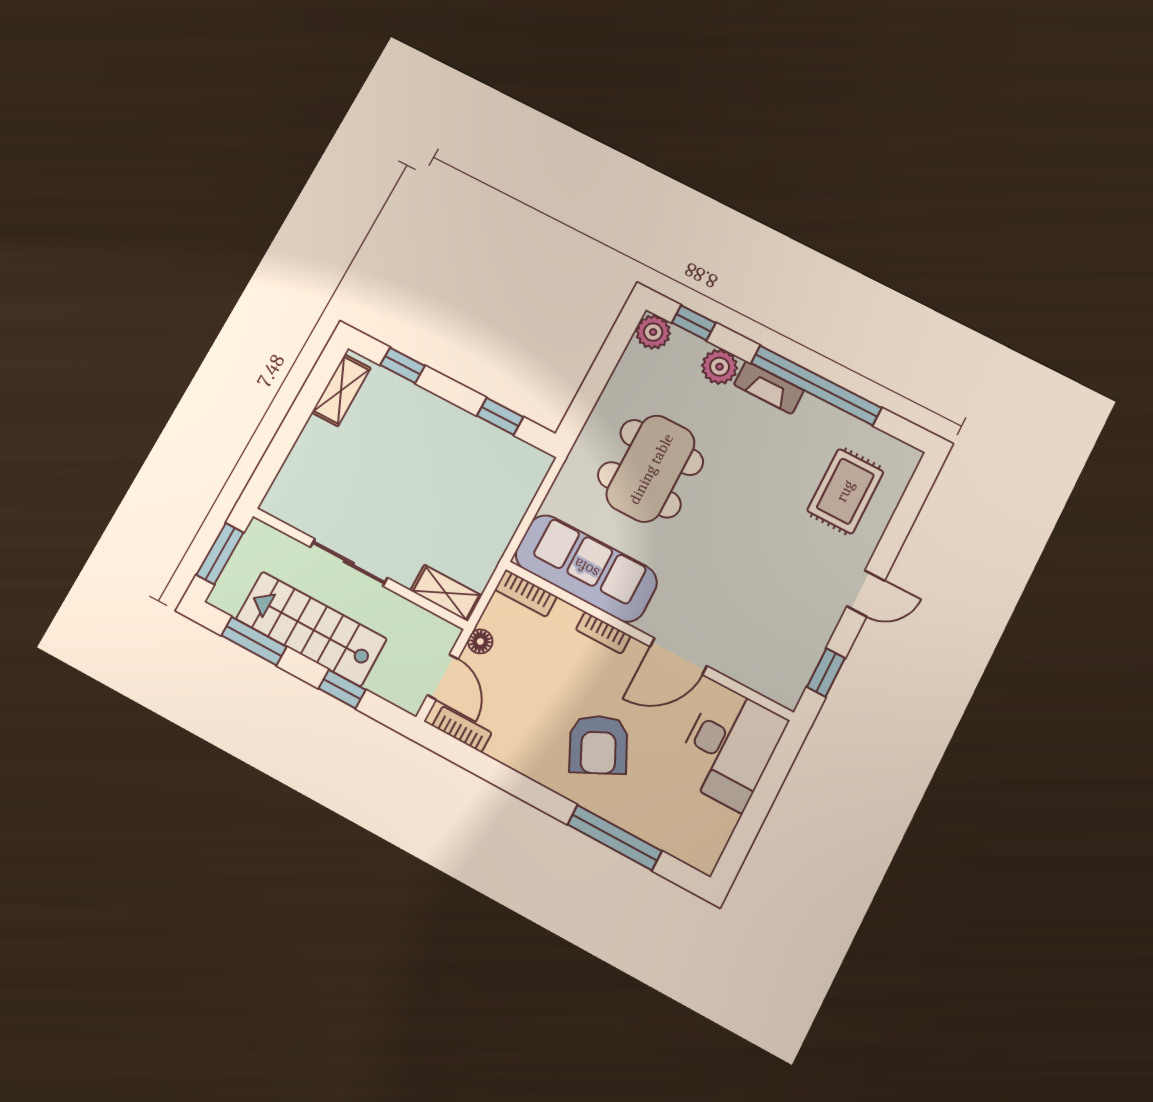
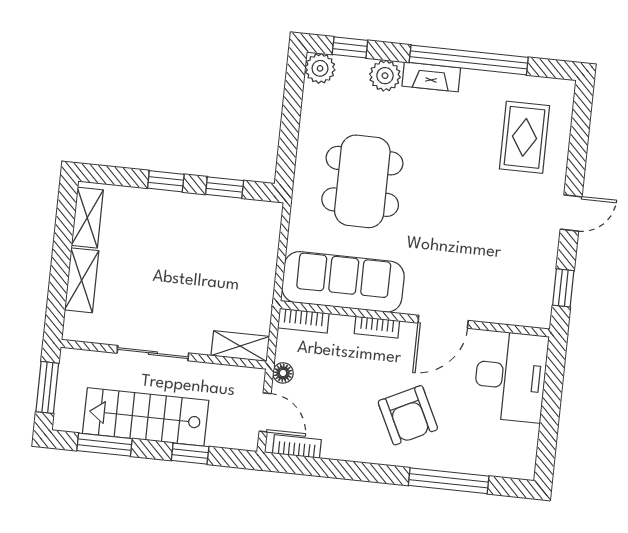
window: (403, 365) -> (166, 181), moved
shelving: (306, 454) -> (82, 280), added

